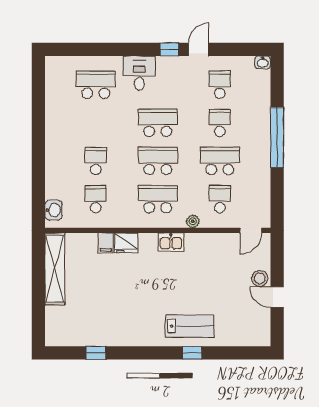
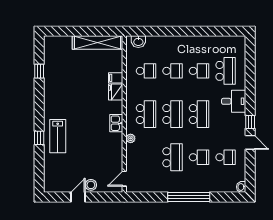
school desk: (220, 199) -> (199, 71), moved
door: (251, 230) -> (124, 179), hinge flipped

